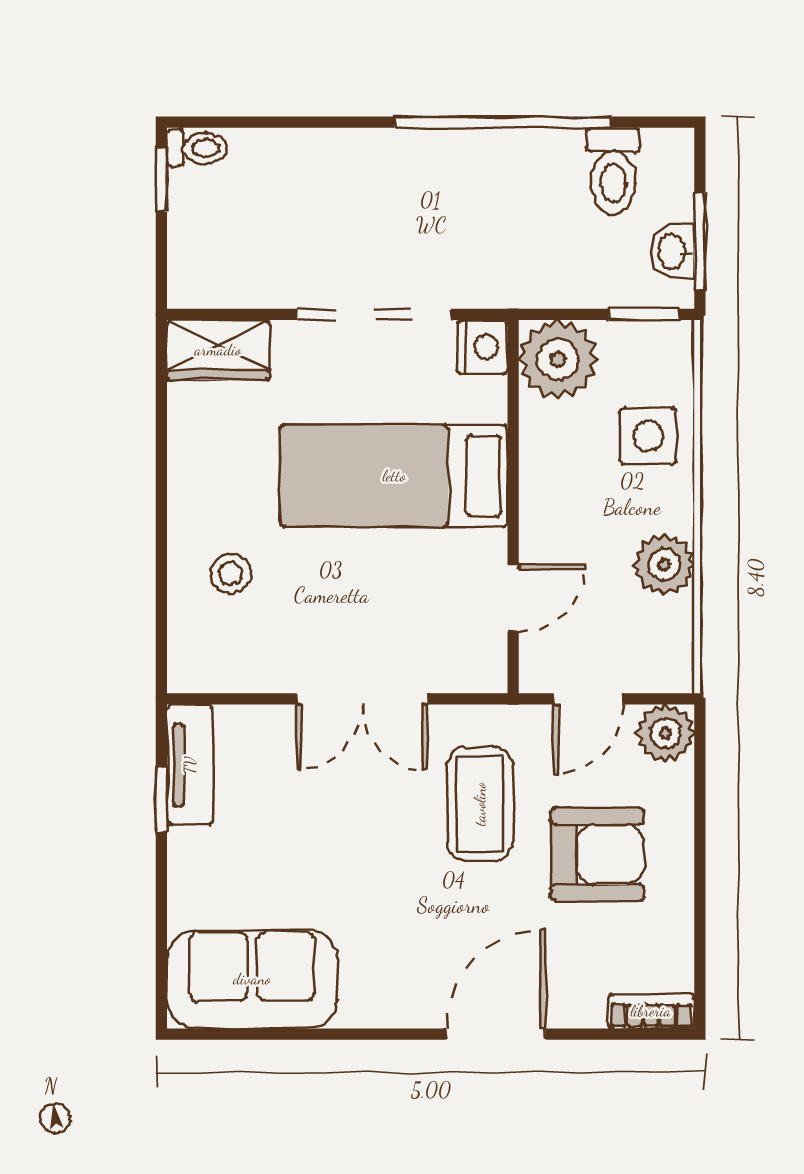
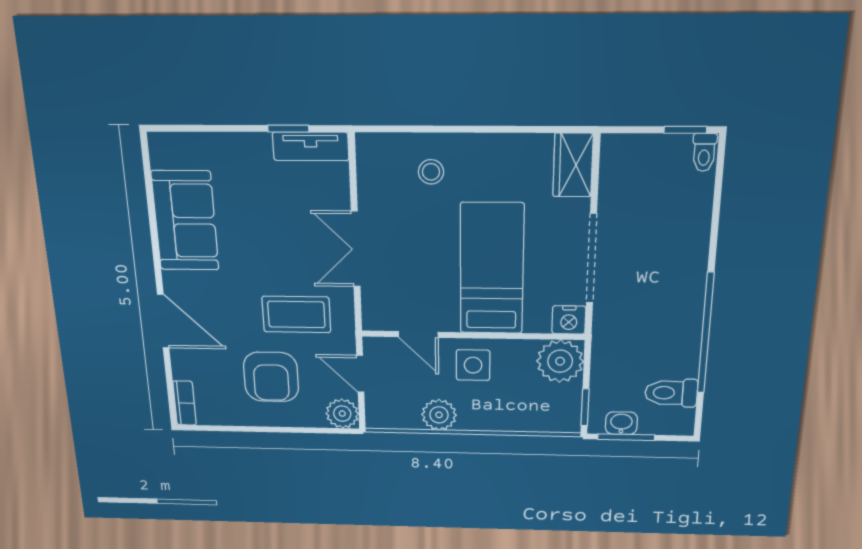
side table: (648, 436) -> (473, 365), moved
sofa: (252, 979) -> (185, 221), moved

